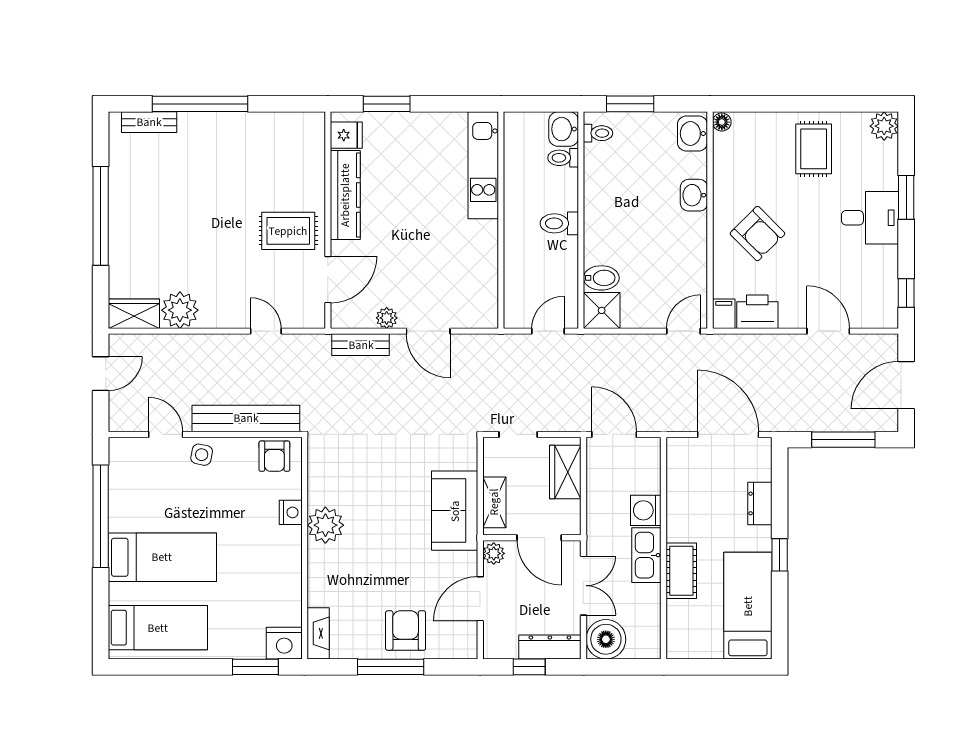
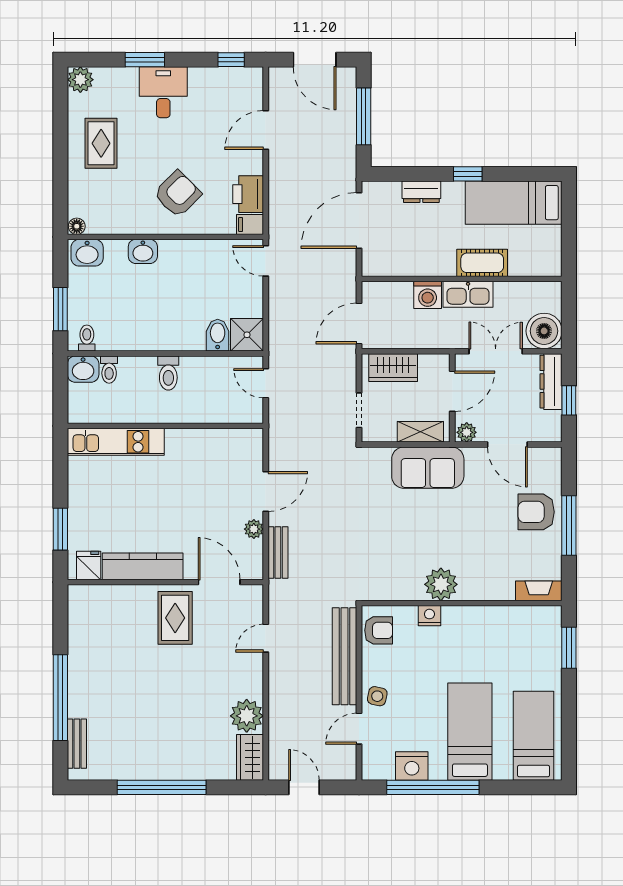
rug: (814, 149) -> (101, 143), turned 90
nightstand: (284, 643) -> (412, 766), moved, turned 90

